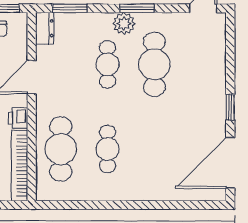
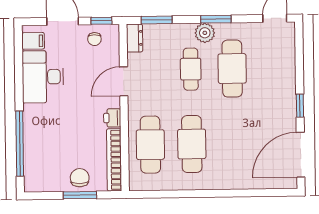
cafe table: (108, 149) -> (192, 144), width x1.37, depth x1.35

